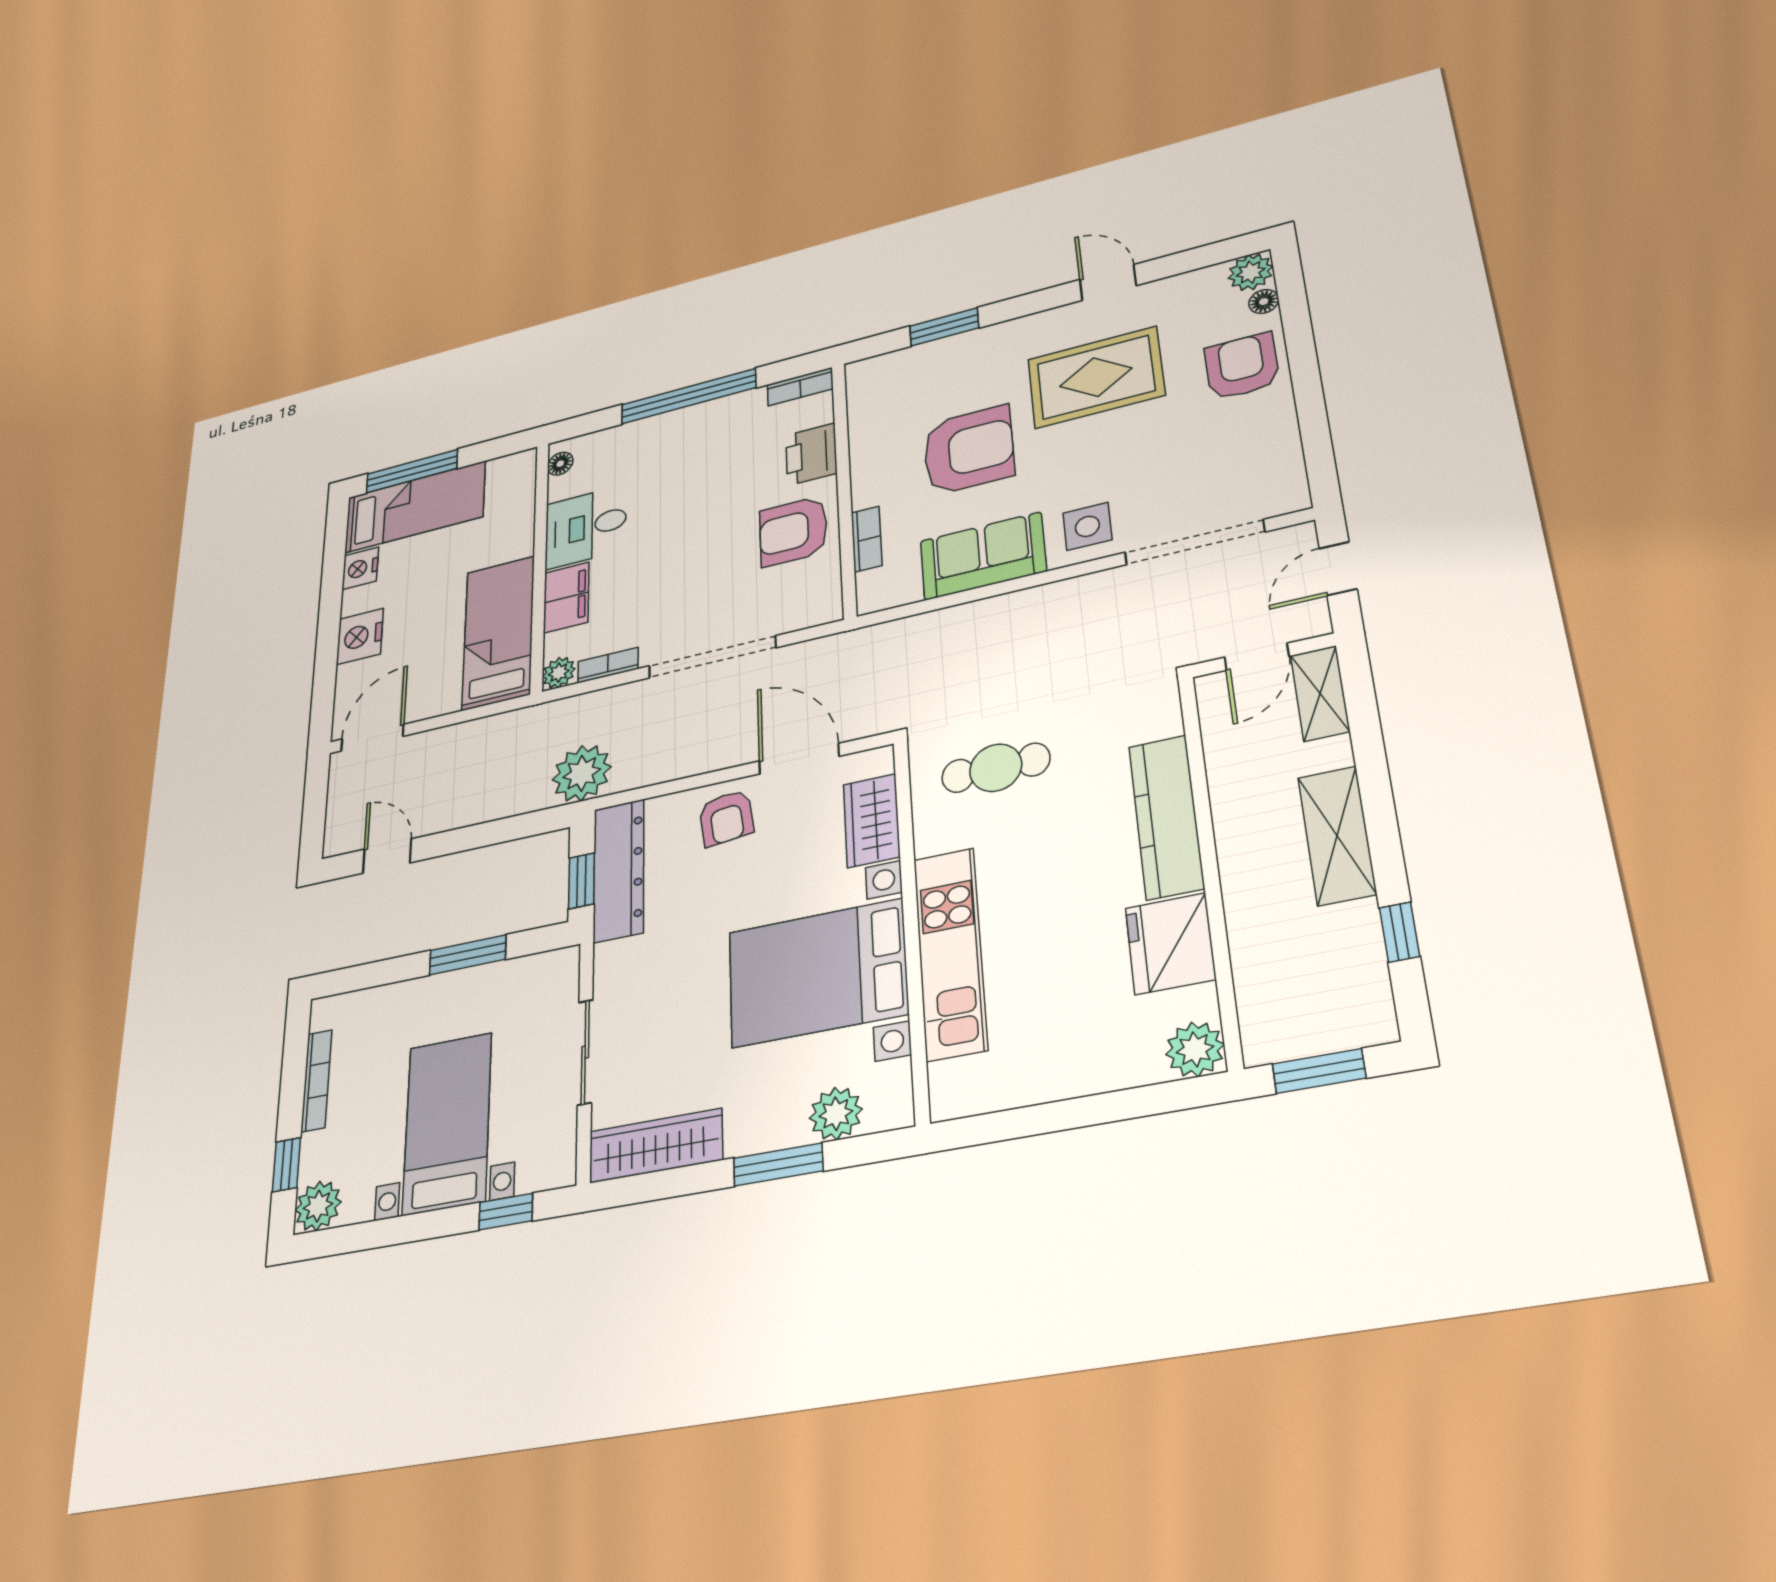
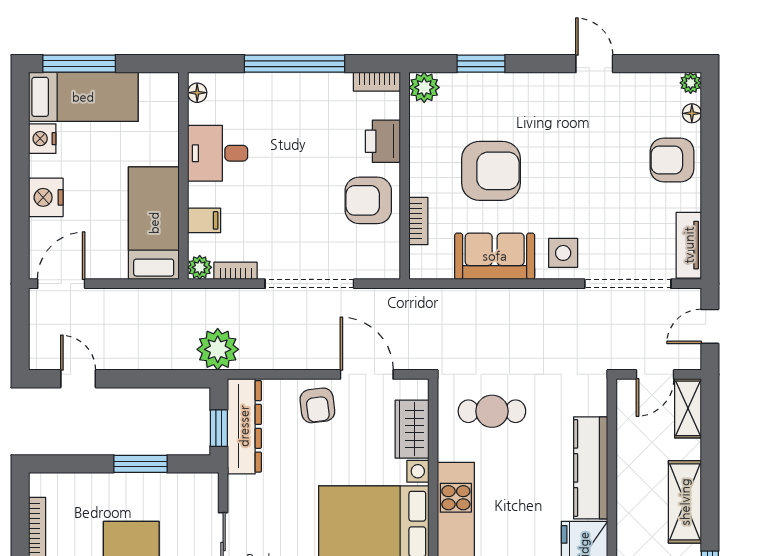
plant: (1251, 272) -> (691, 83), width x0.73, depth x0.73
armchair: (1242, 366) -> (672, 160), turned -90
plant: (866, 376) -> (424, 87), added
rug: (1096, 377) -> (579, 139), removed
tv unit: (1285, 468) -> (689, 245), added
filing cabinet: (566, 597) -> (204, 220), width x0.50

